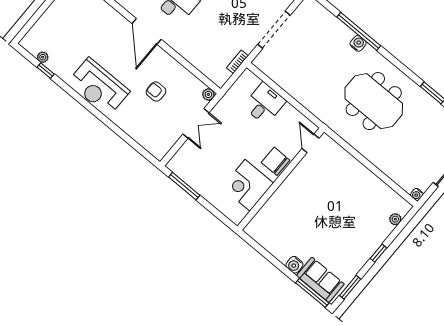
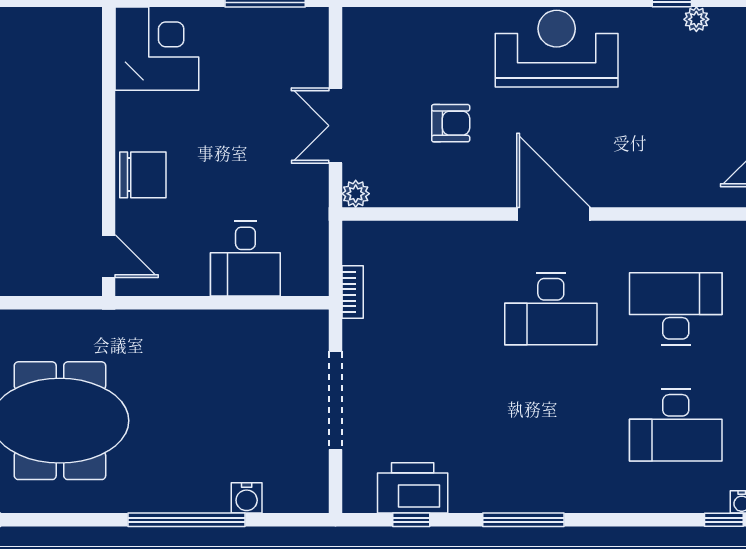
water cooler: (358, 43) -> (247, 498), moved
corner desk: (248, 185) -> (157, 49), moved

